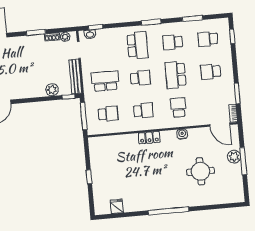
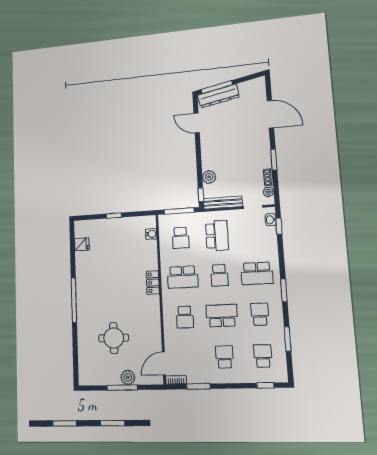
school desk: (178, 107) -> (185, 317), turned 90
school desk: (143, 111) -> (183, 277), width x1.85
water cooler: (182, 134) -> (151, 234), moved

